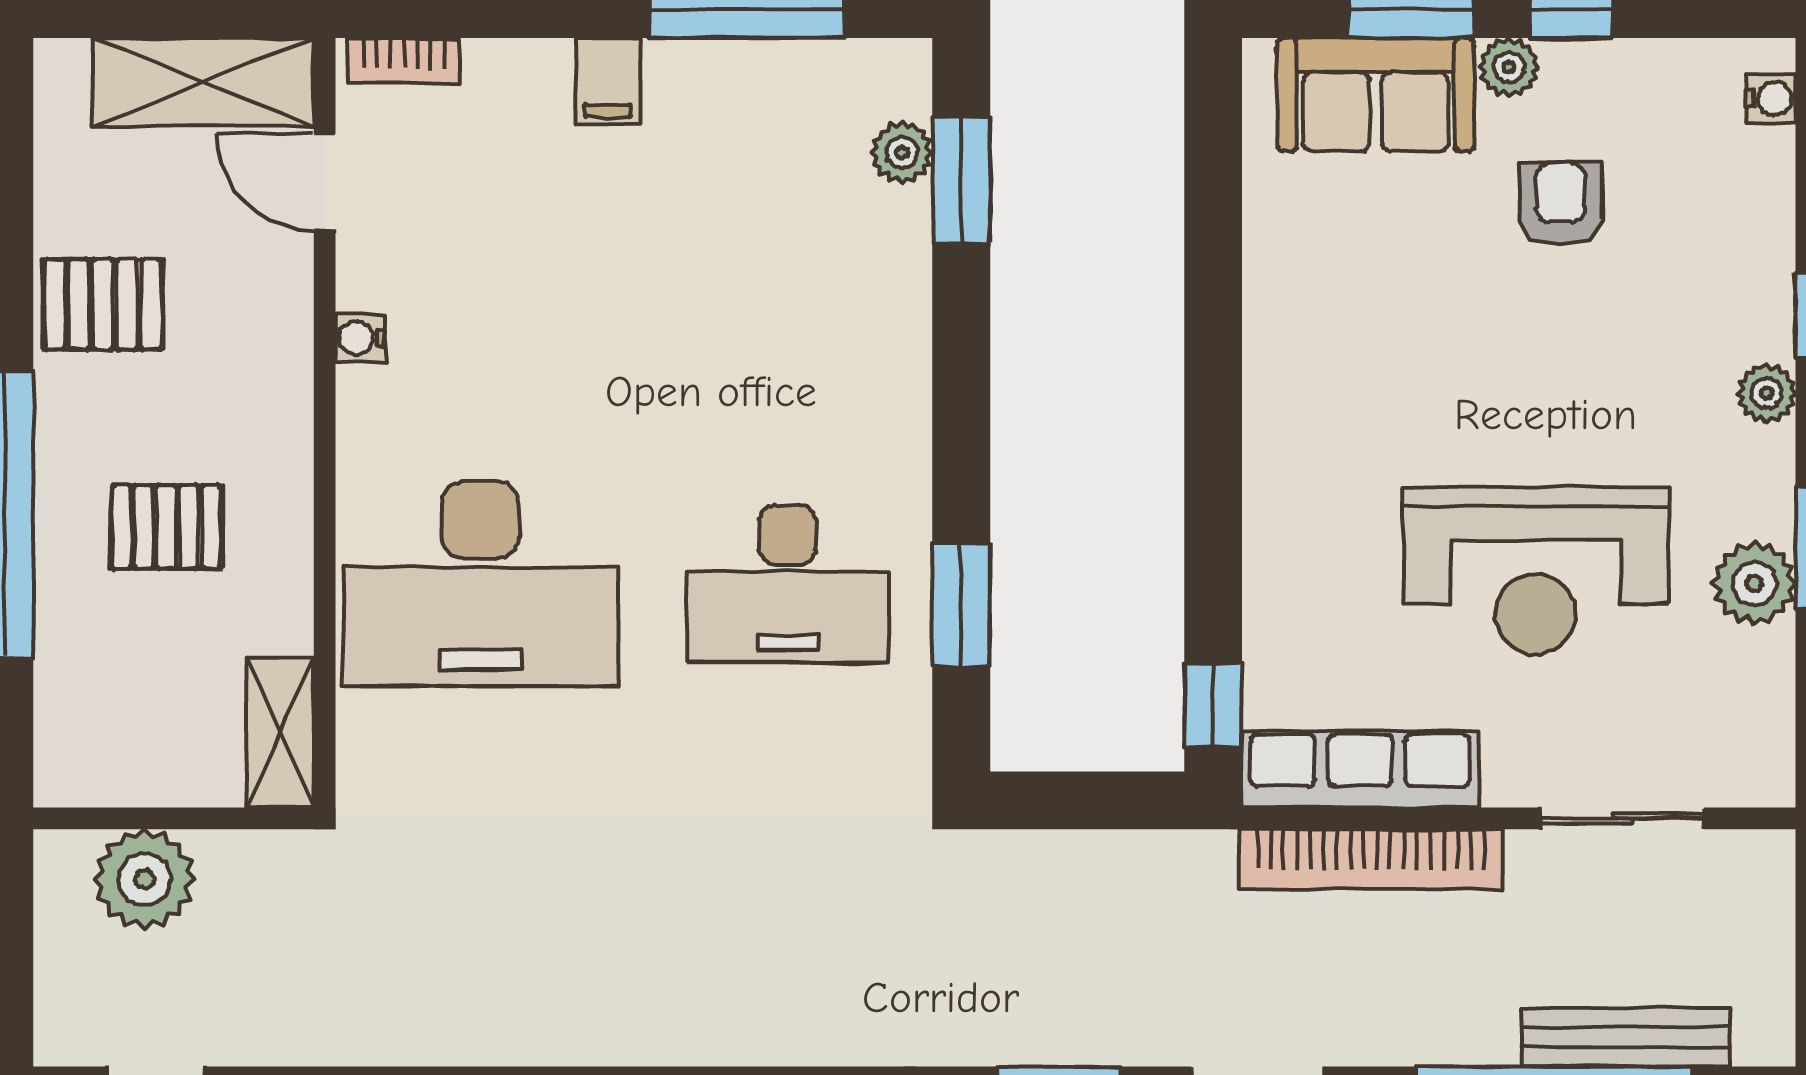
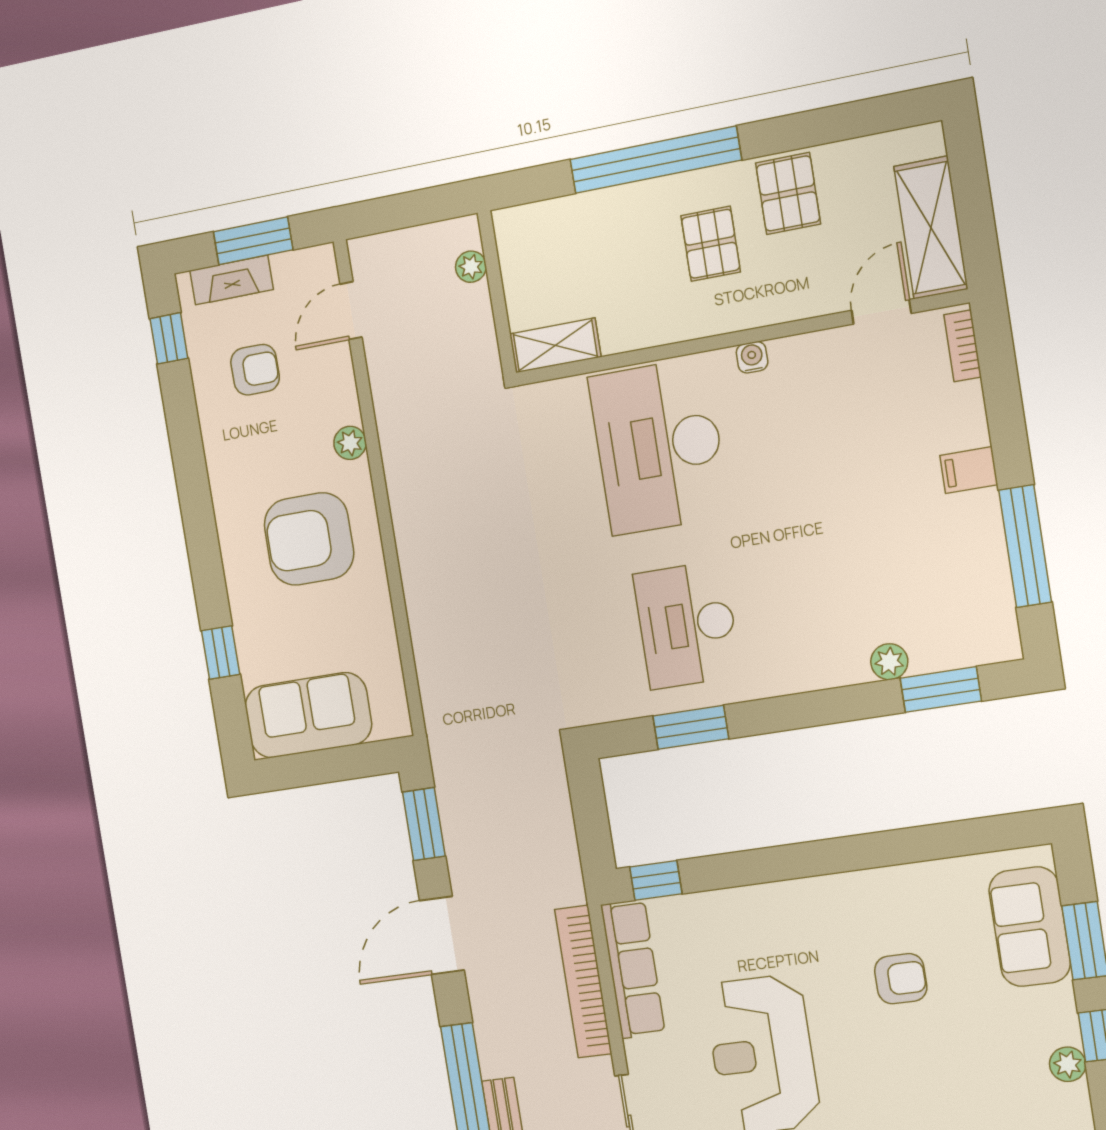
plant: (1509, 67) -> (1068, 1064), moved
plant: (902, 153) -> (889, 662), moved
armchair: (1560, 204) -> (901, 979), moved
water cooler: (360, 338) -> (752, 357), moved
pallet: (166, 527) -> (711, 244), moved
plant: (145, 879) -> (471, 267), width x0.53, depth x0.53

